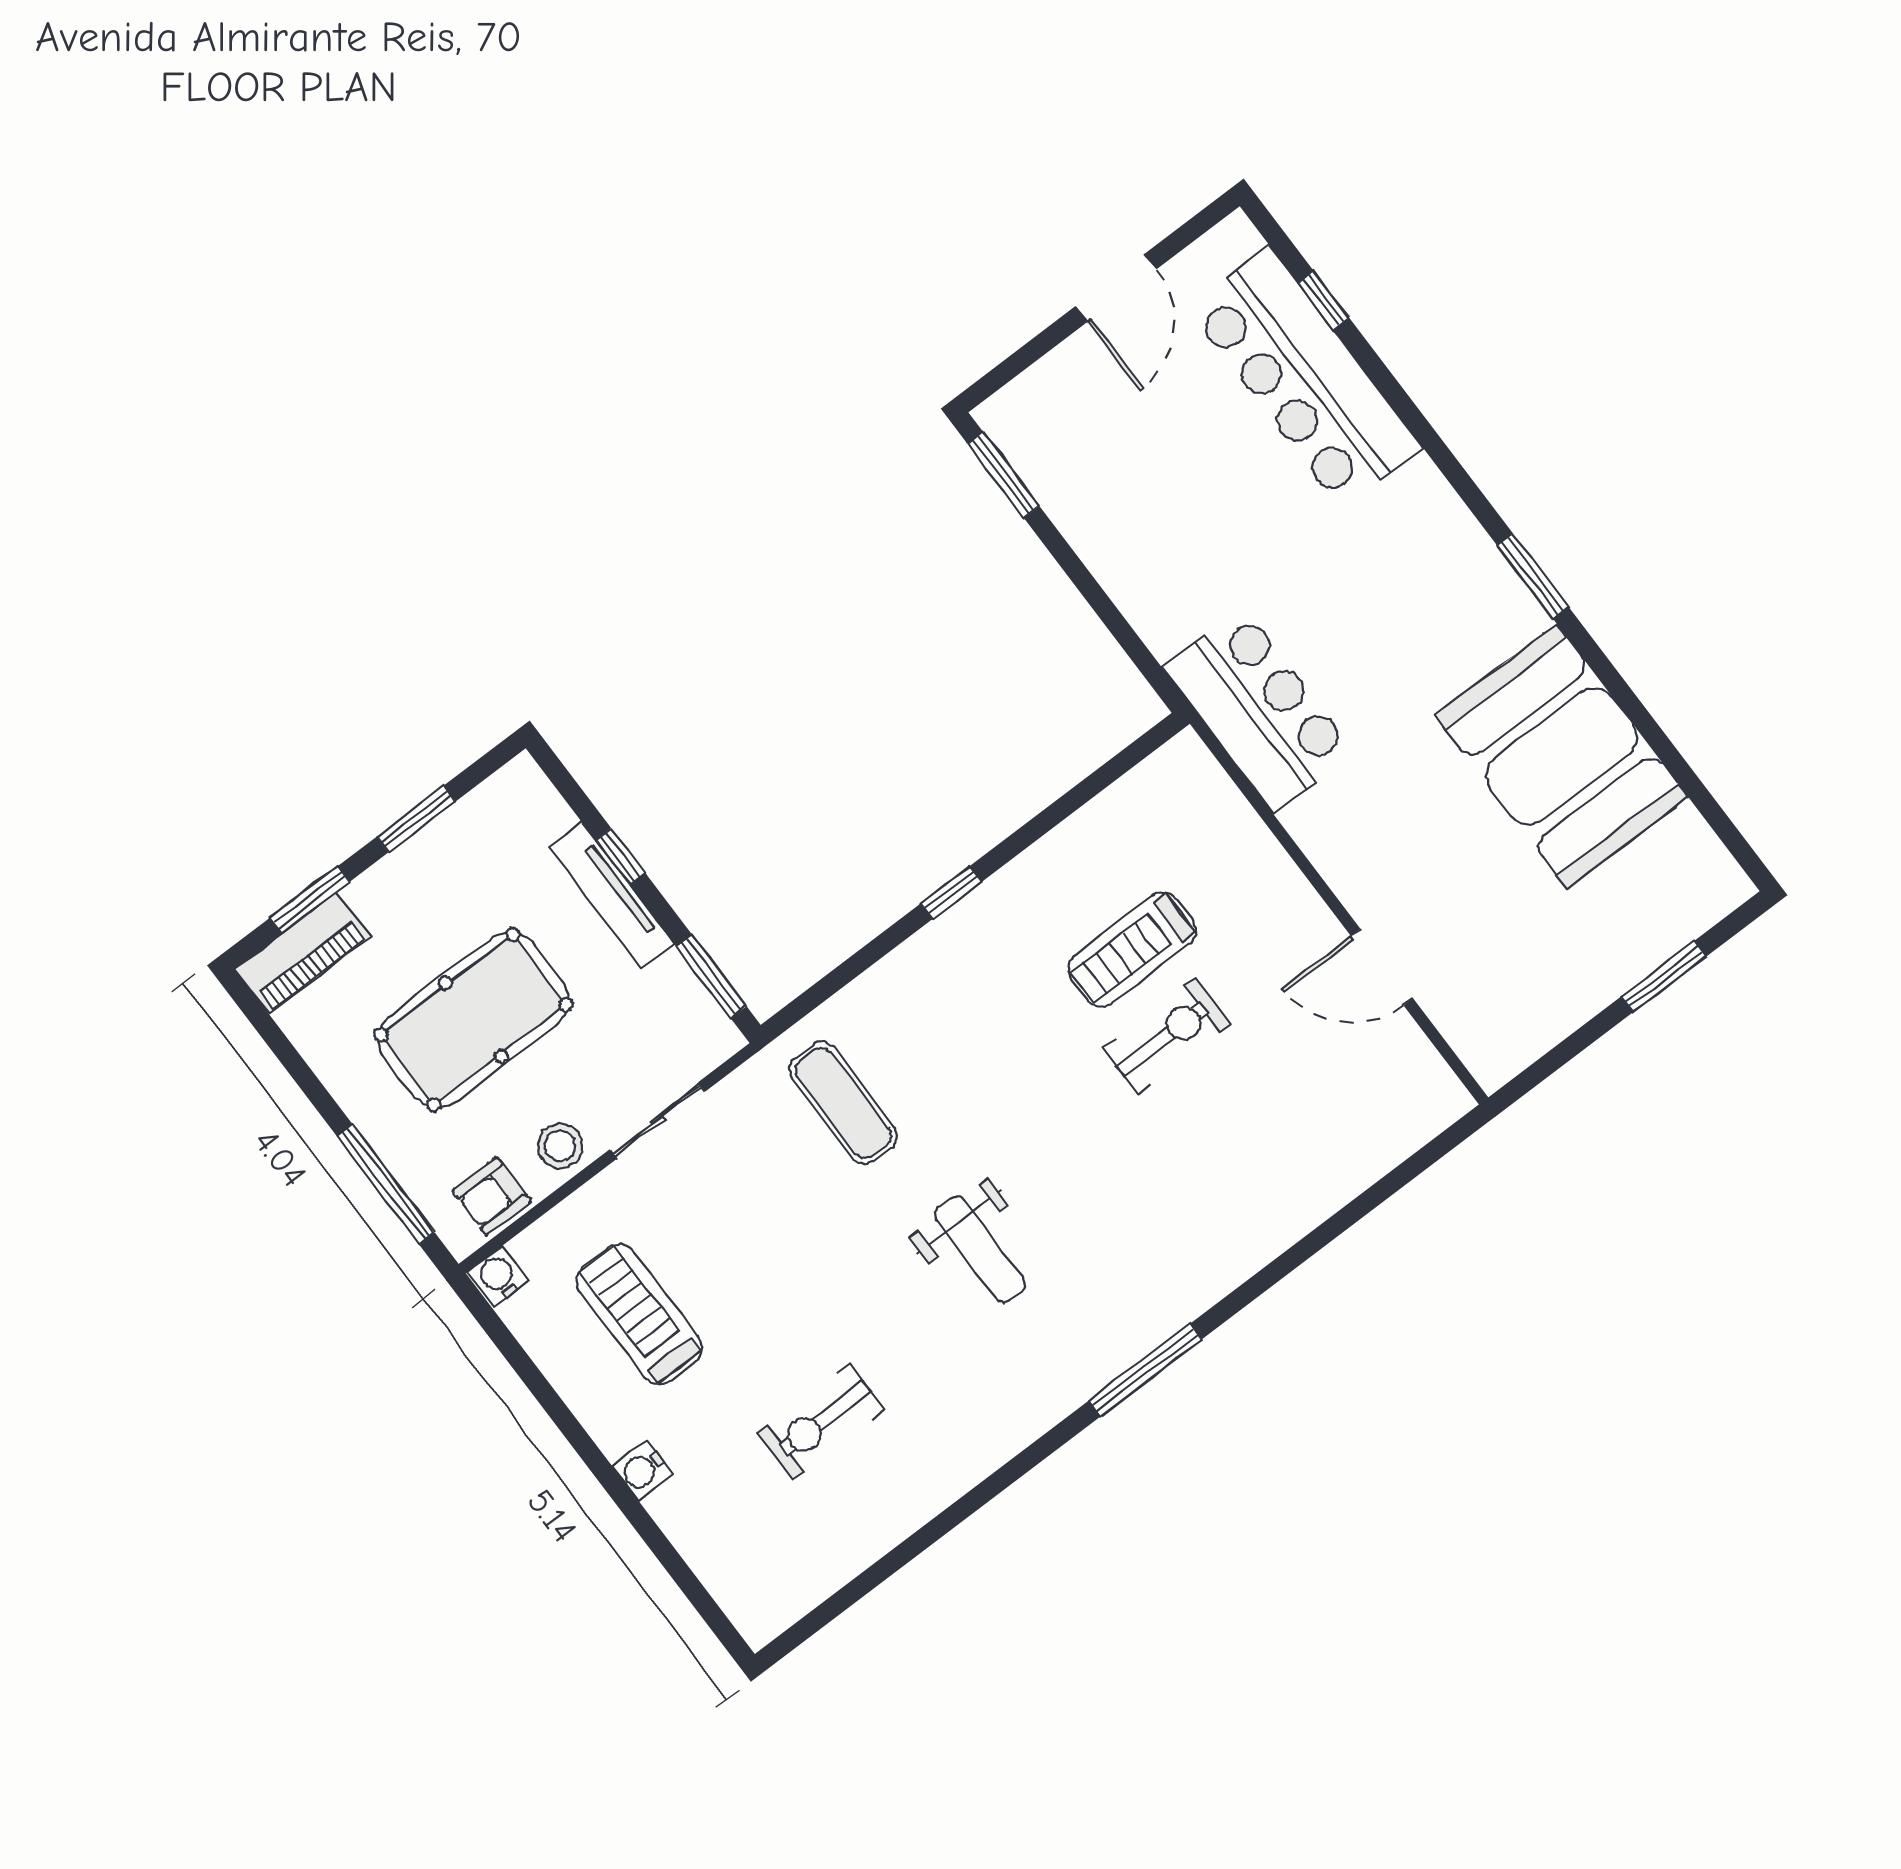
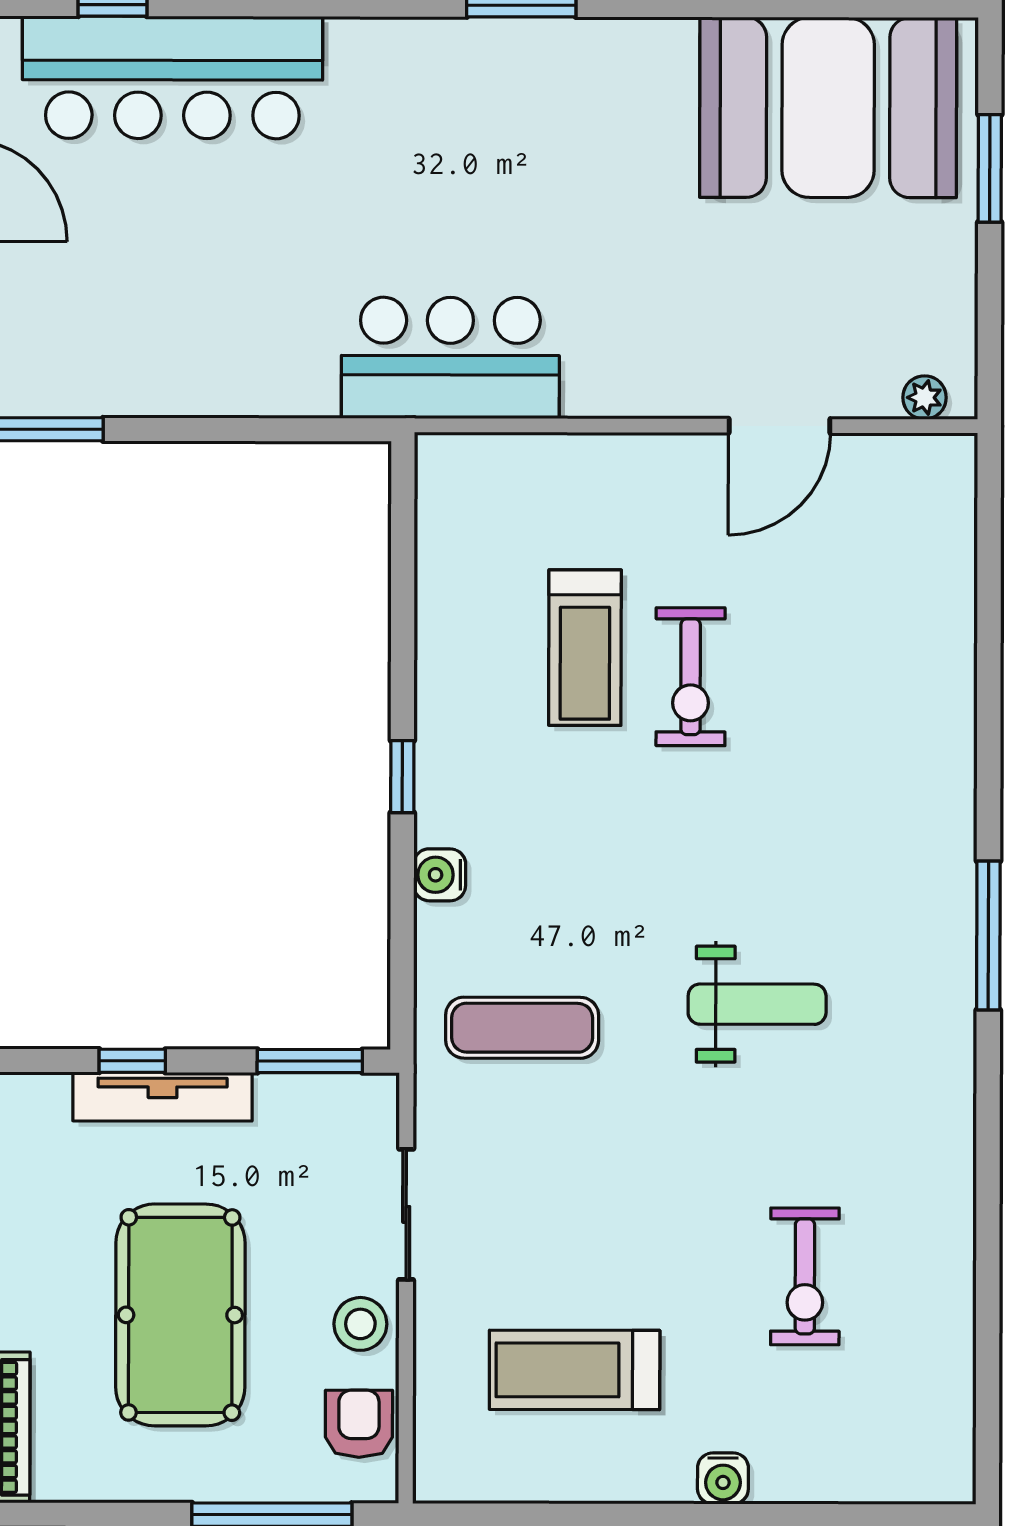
booth: (1562, 756) -> (828, 107), moved
exercise bike: (1167, 1036) -> (691, 677), turned 180
plant: (1476, 1050) -> (925, 398), added
armchair: (492, 1196) -> (359, 1424), turned 180
water cooler: (499, 1276) -> (440, 875), moved

